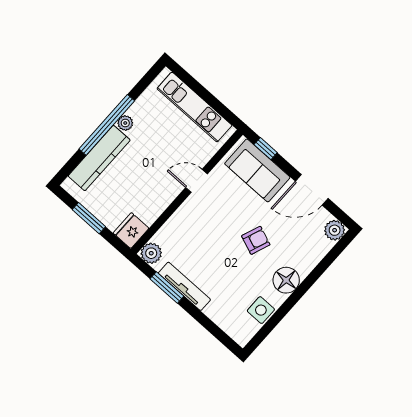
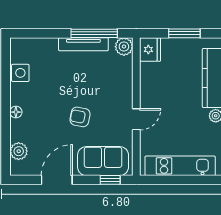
plant: (335, 230) -> (19, 151), moved
armchair: (256, 240) -> (80, 117), moved, turned 80
floor lamp: (286, 280) -> (16, 112), width x0.53, depth x0.53
window: (167, 287) -> (94, 33), width x1.44

